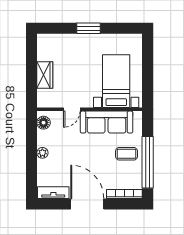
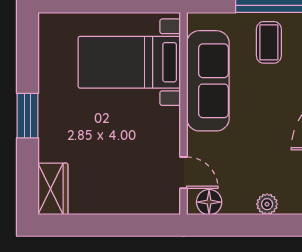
wardrobe: (45, 75) -> (53, 189), moved, turned 90
door: (72, 109) -> (183, 173), moved

